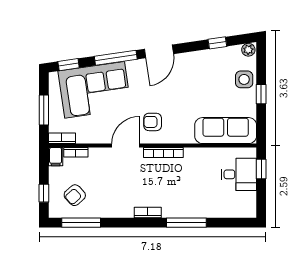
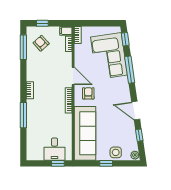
door: (159, 51) -> (136, 111), moved
window: (44, 110) -> (96, 23), removed
sofa: (226, 131) -> (85, 133), width x1.36, depth x1.27

